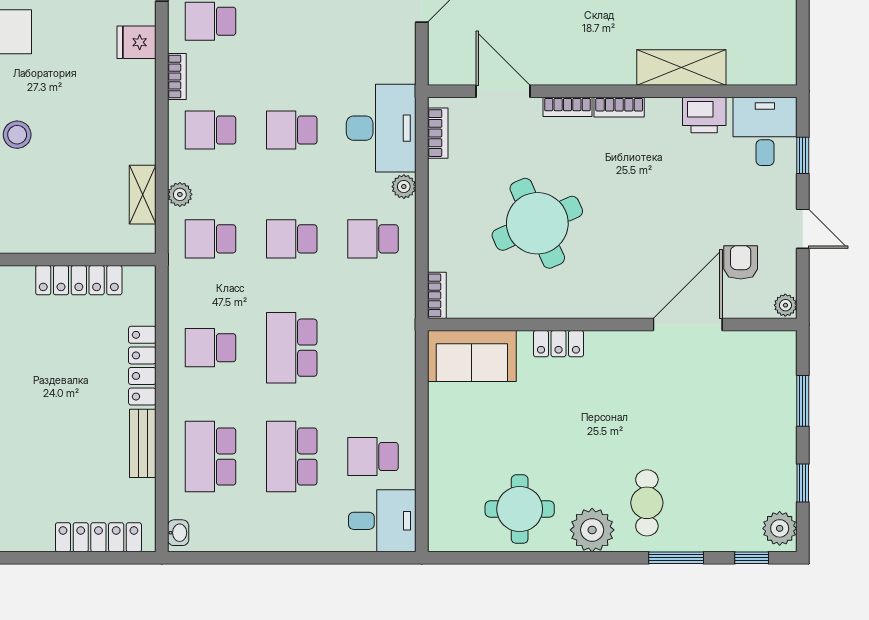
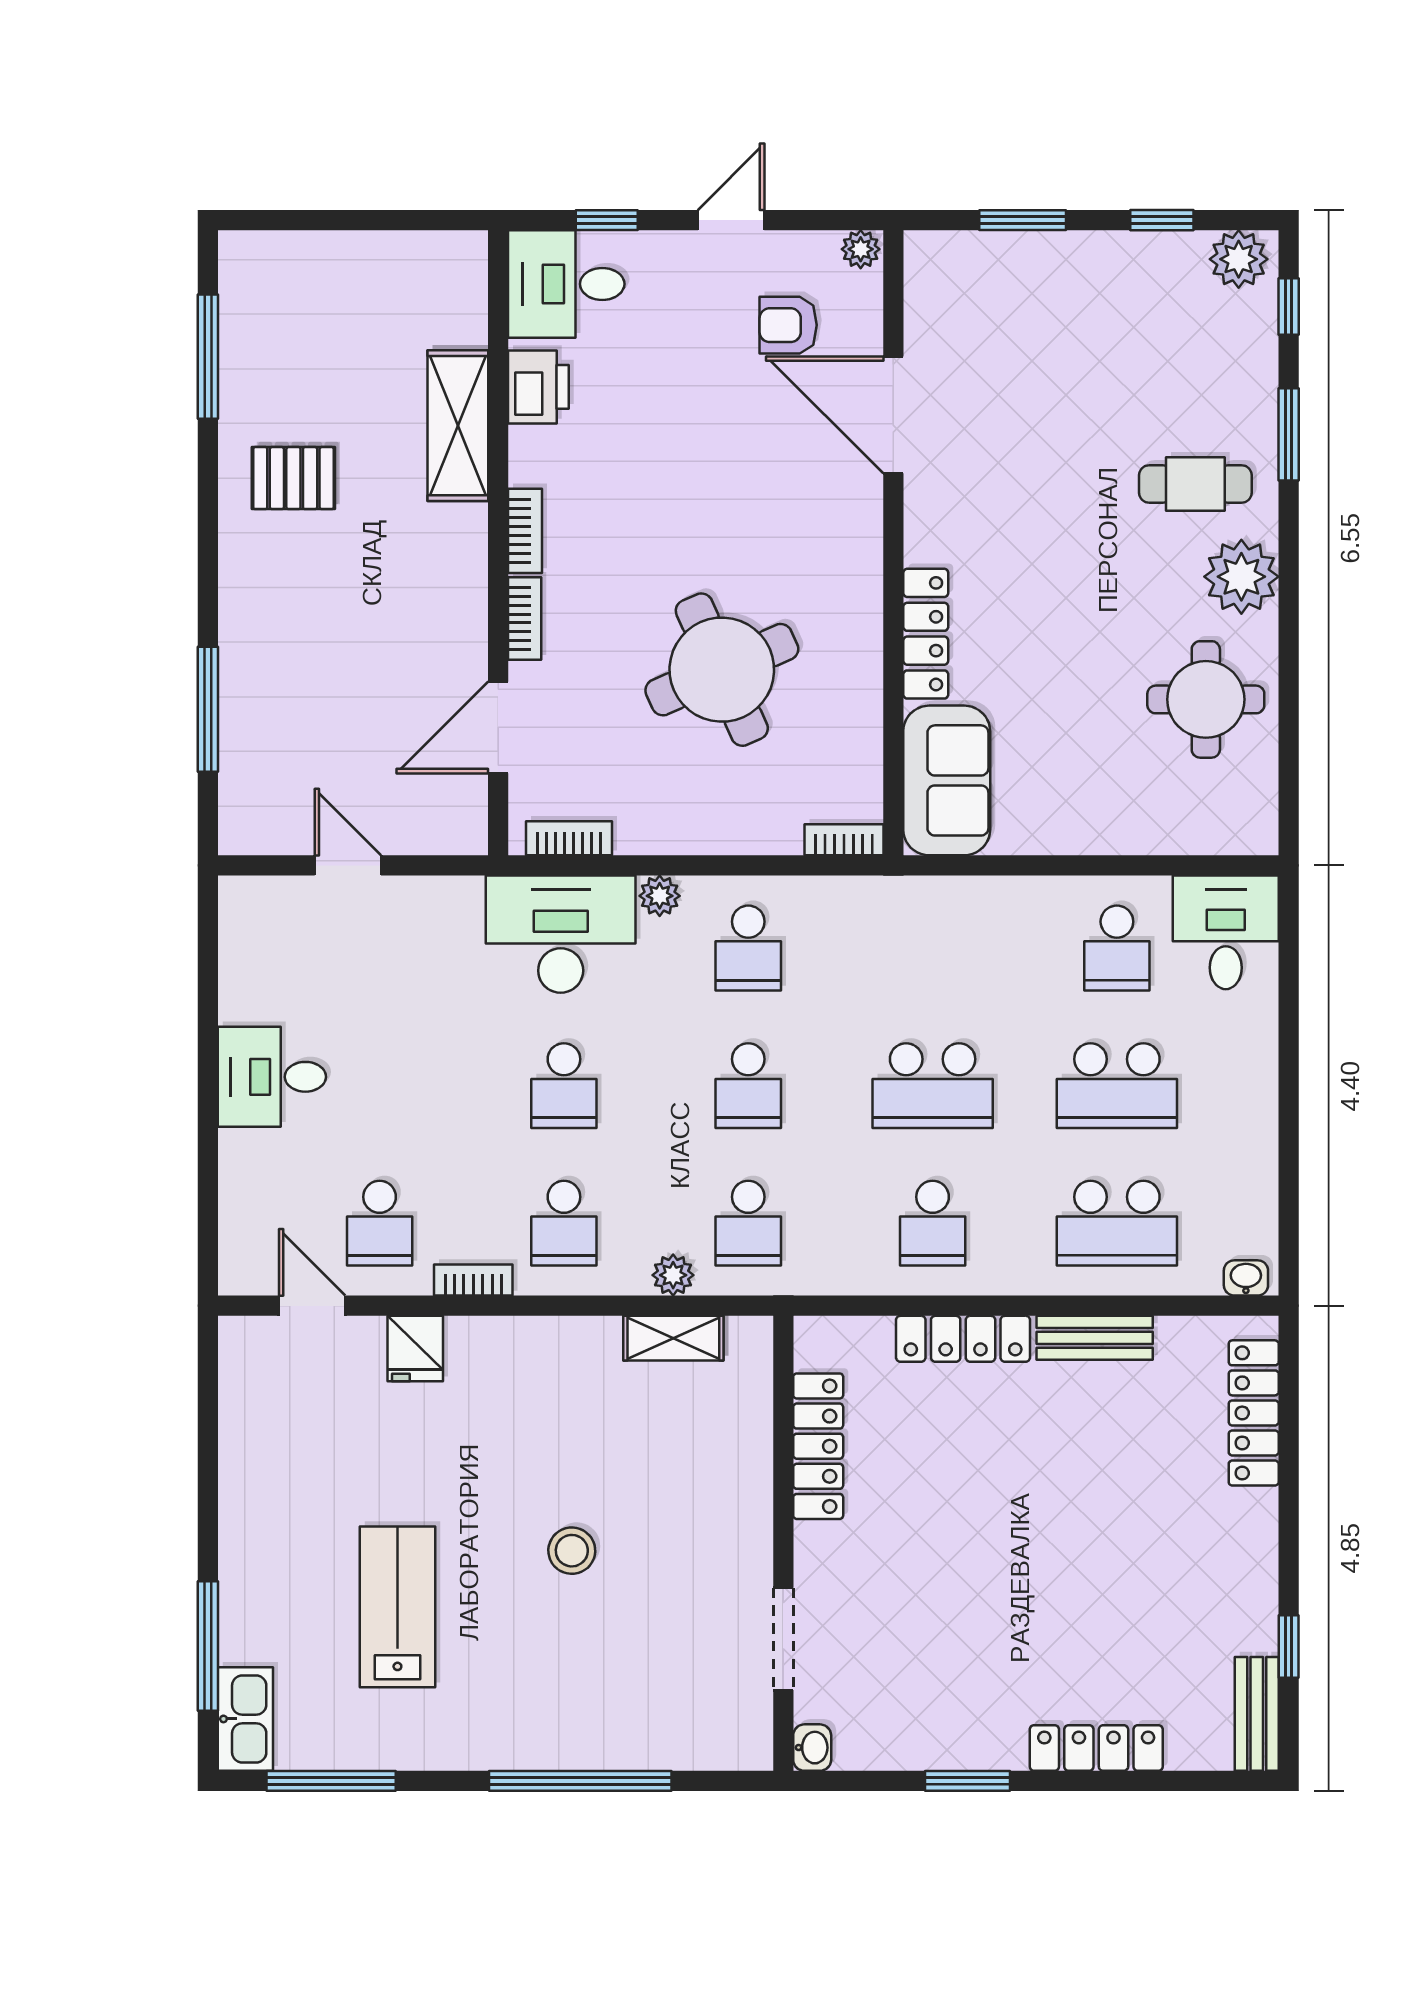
locker: (558, 344) -> (926, 634), width x1.53

